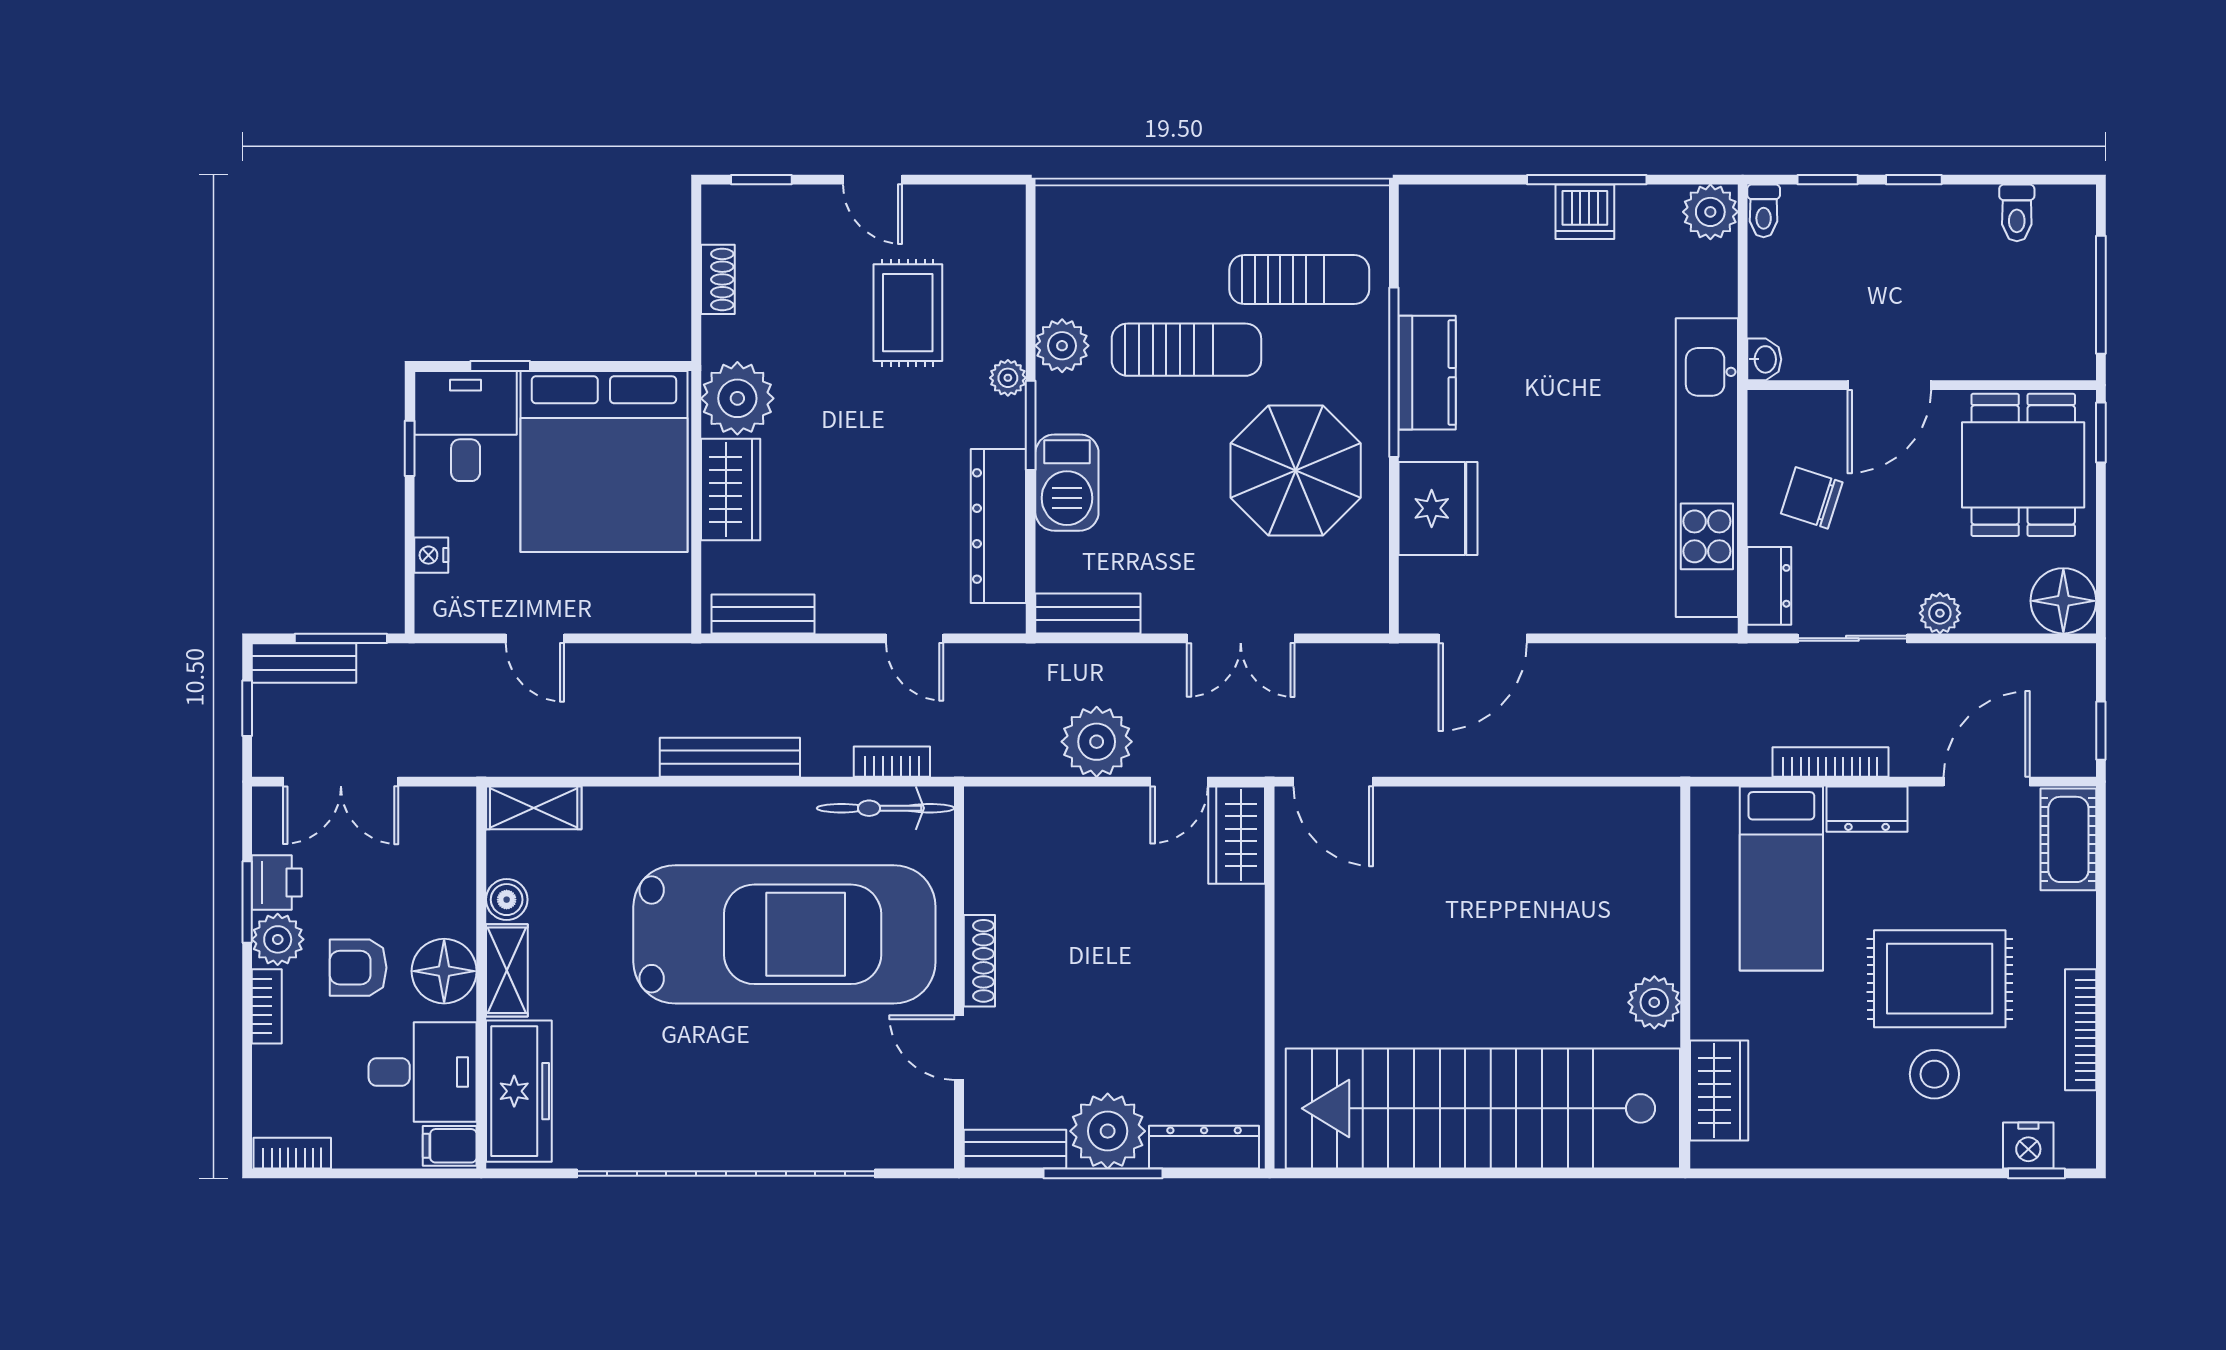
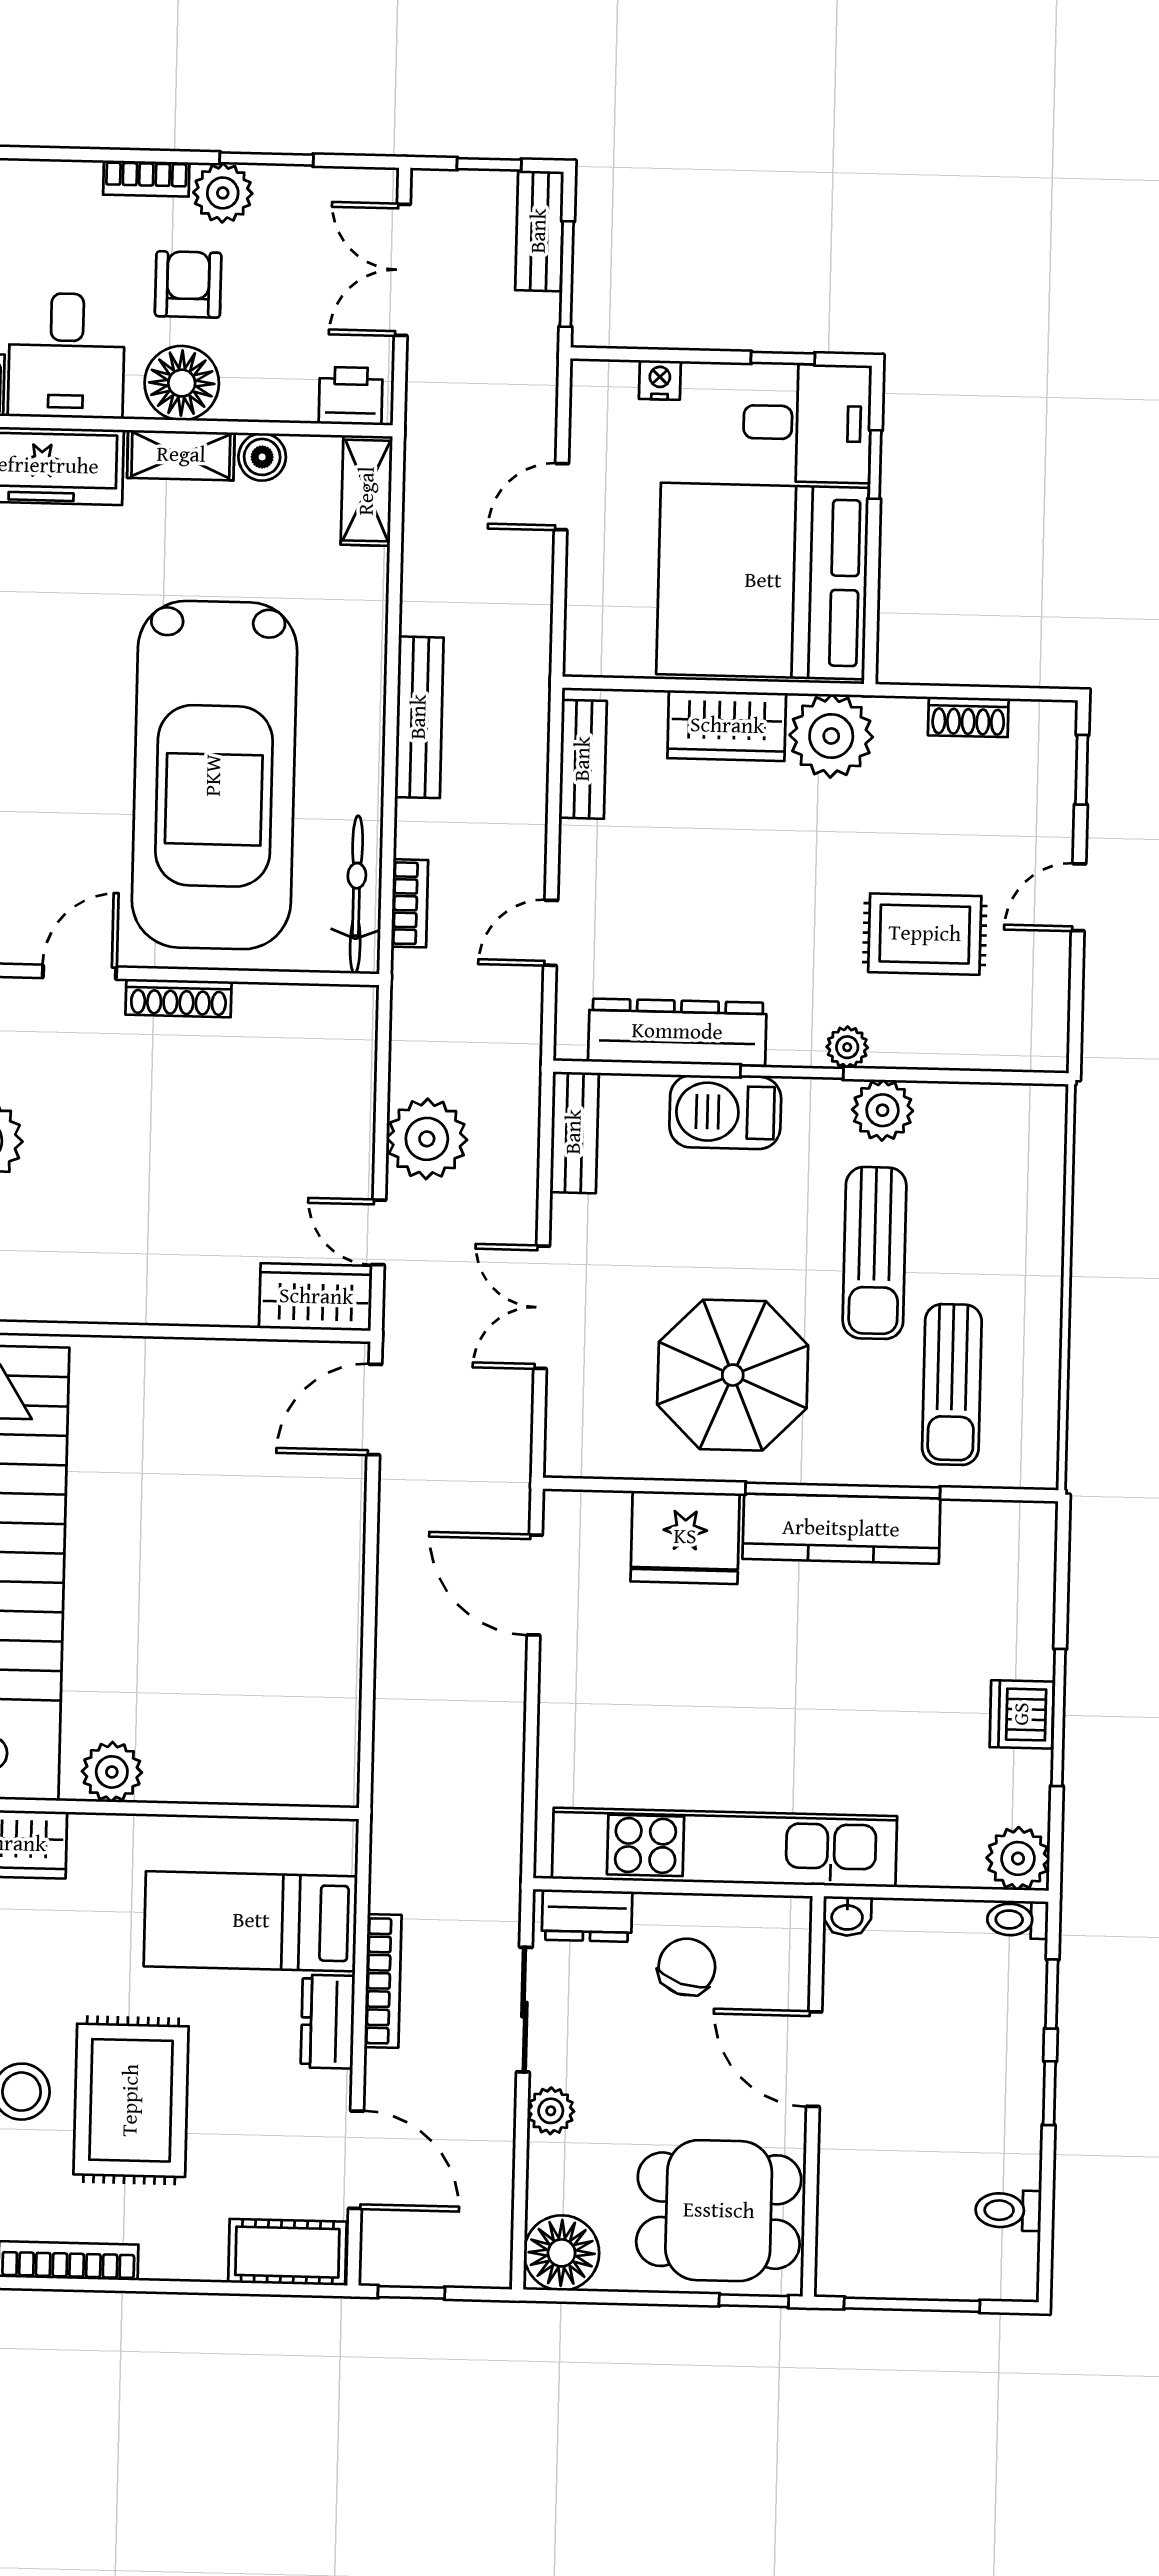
kitchen counter: (1427, 373) -> (841, 1529), width x1.50
printer: (277, 882) -> (351, 396), moved, turned 180

